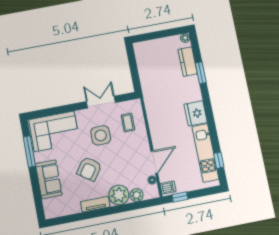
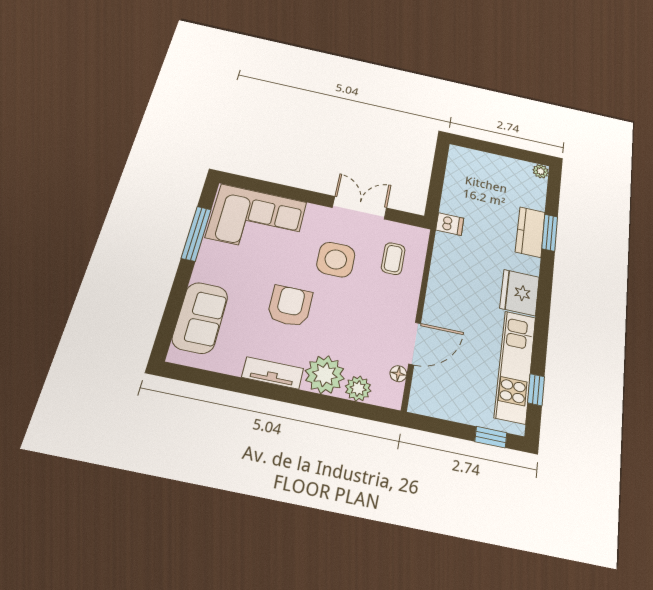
kitchen counter: (188, 62) -> (530, 232), moved
armchair: (89, 169) -> (290, 306), turned 145
sofa: (49, 179) -> (200, 318), moved
dishwasher: (168, 188) -> (450, 224), moved
window: (180, 197) -> (491, 437), moved

